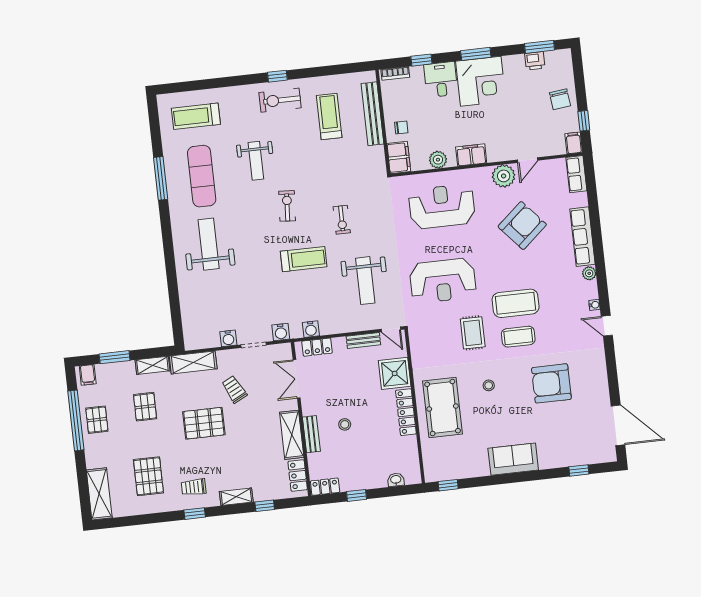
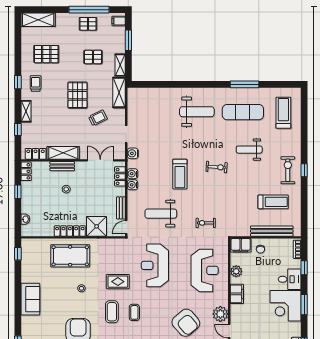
exercise bike: (342, 220) -> (206, 223), moved
coffee table: (516, 303) -> (134, 312), width x0.54, depth x0.58
water cooler: (228, 338) -> (132, 185), moved

